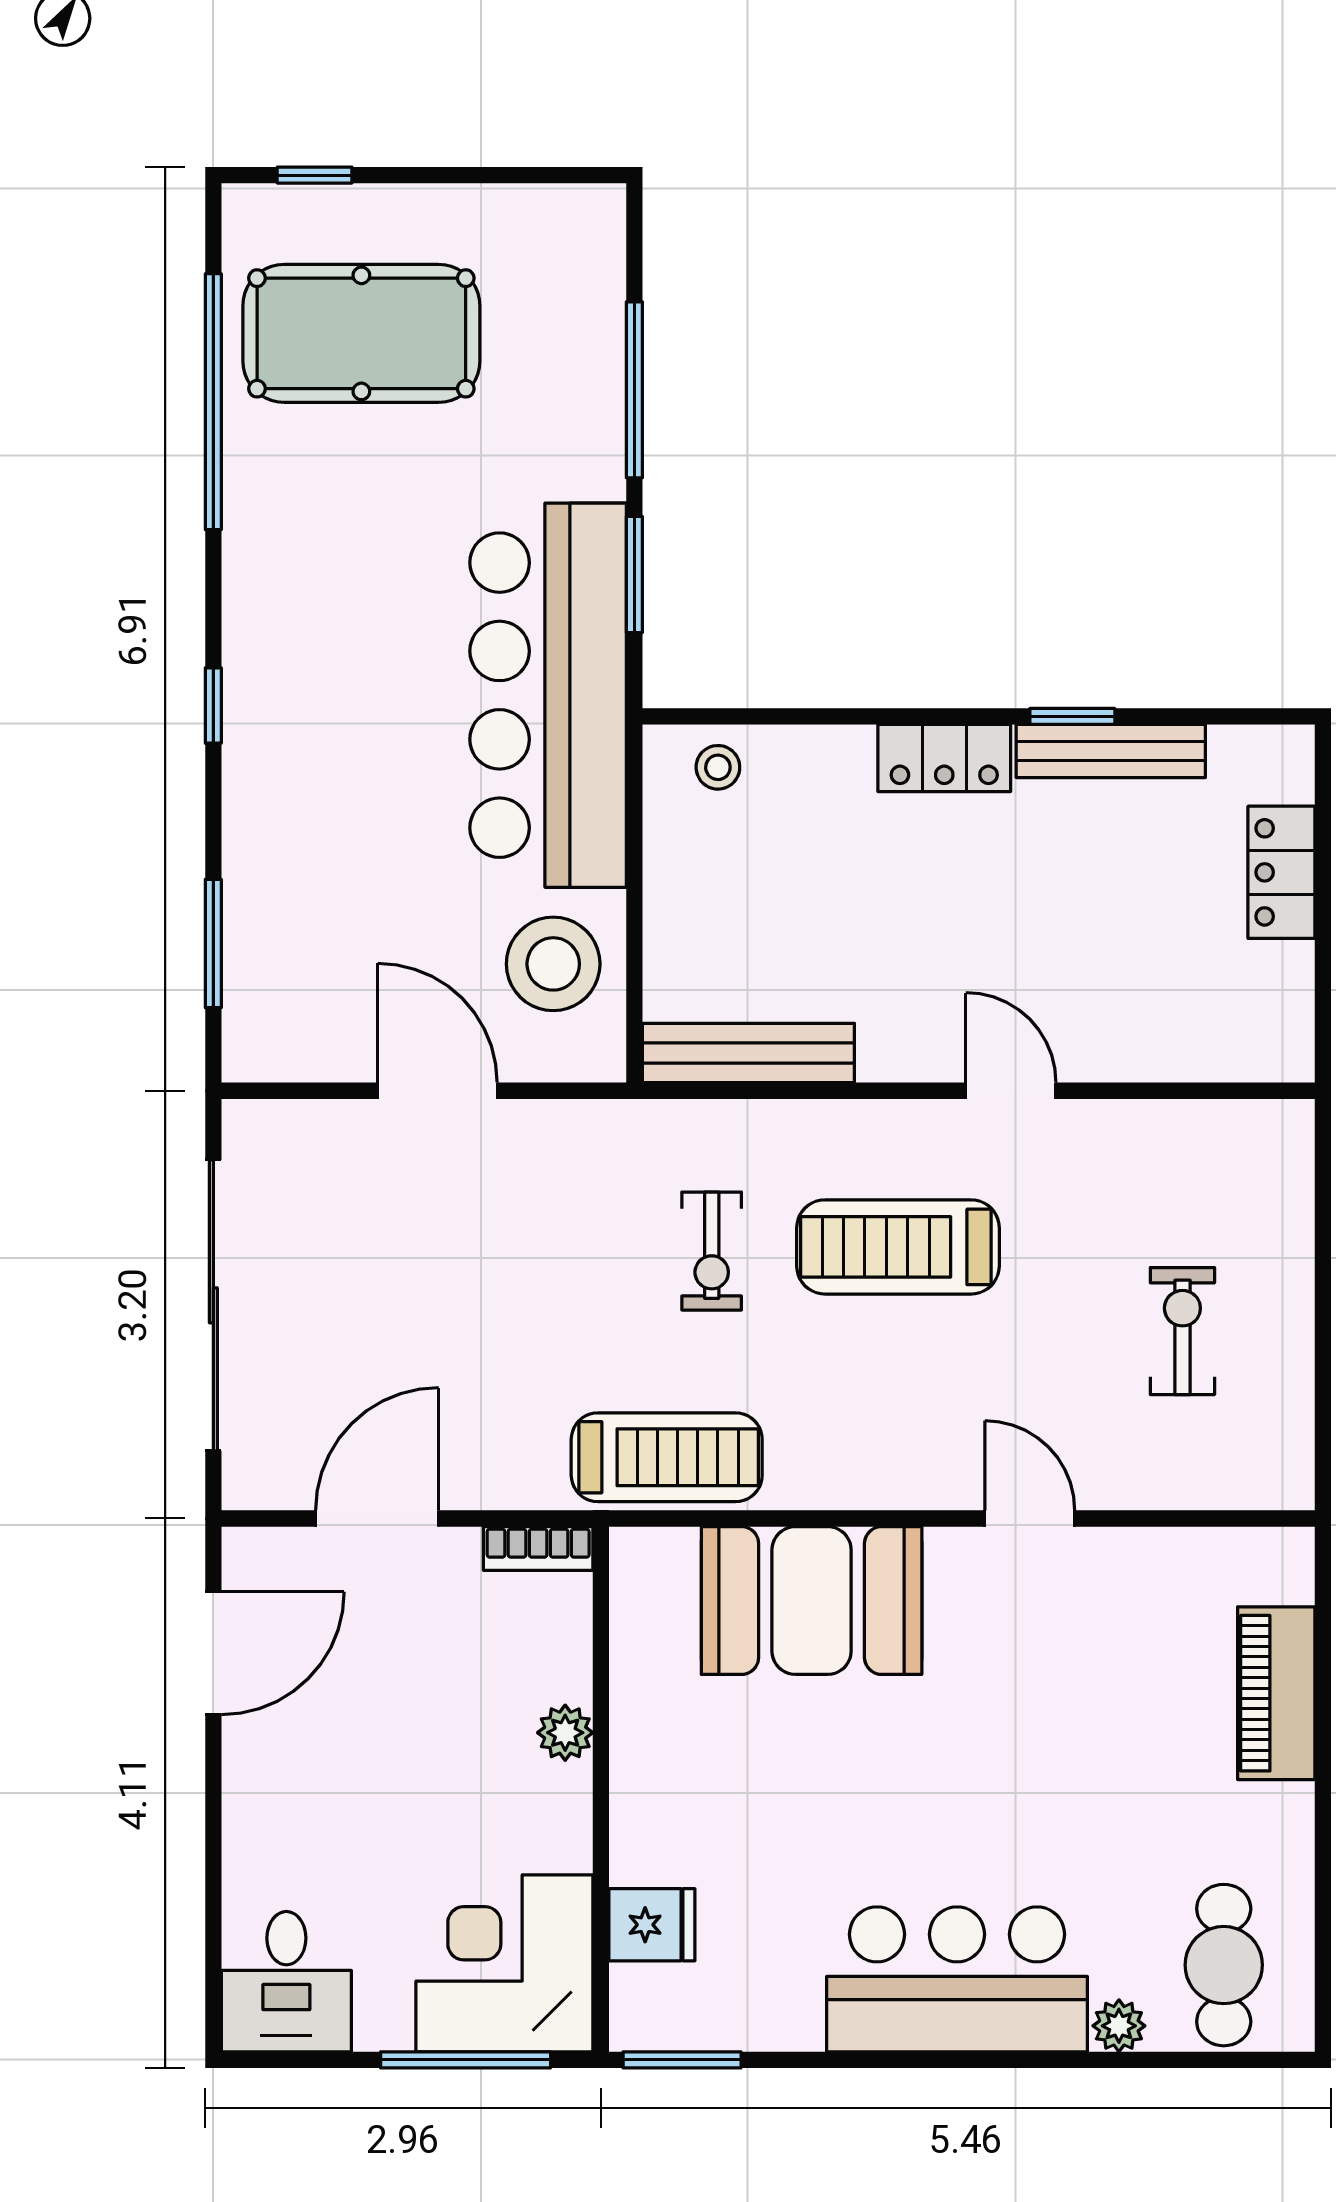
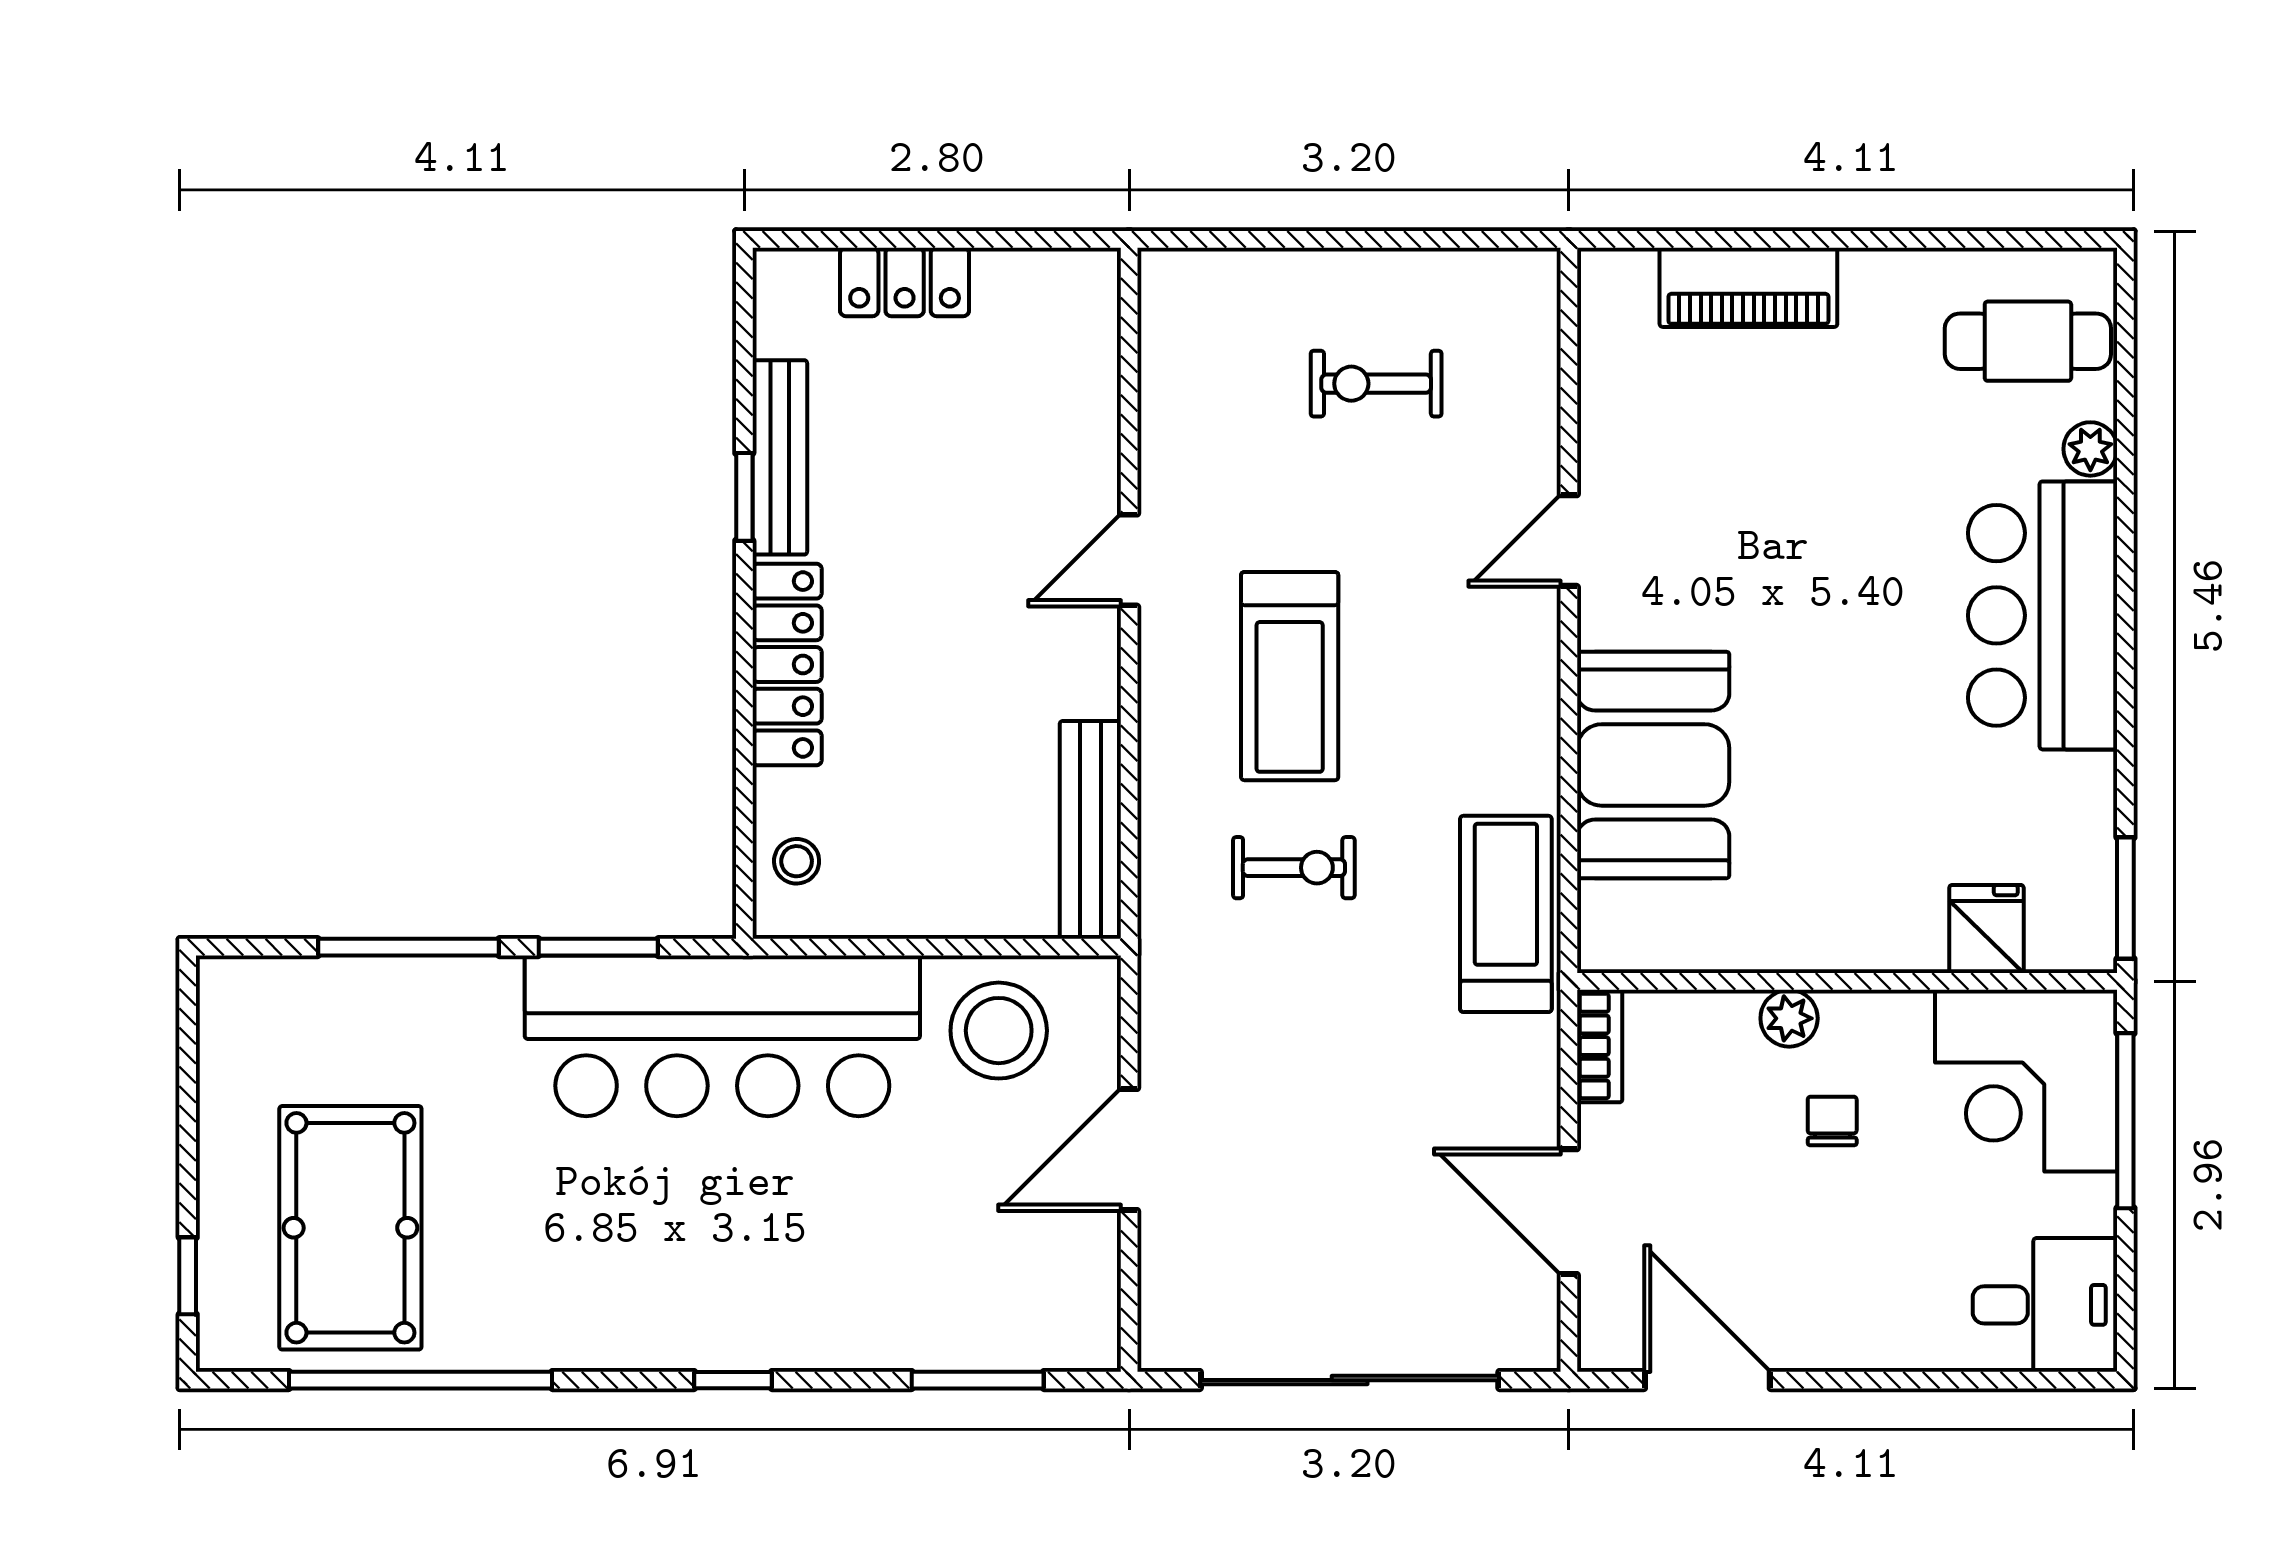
locker: (944, 758) -> (787, 664), width x1.53
chair: (465, 1775) -> (1832, 1121), added

